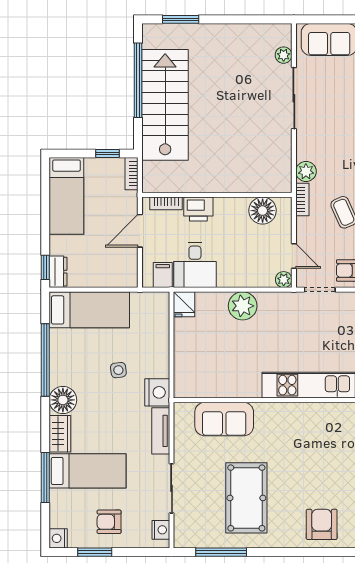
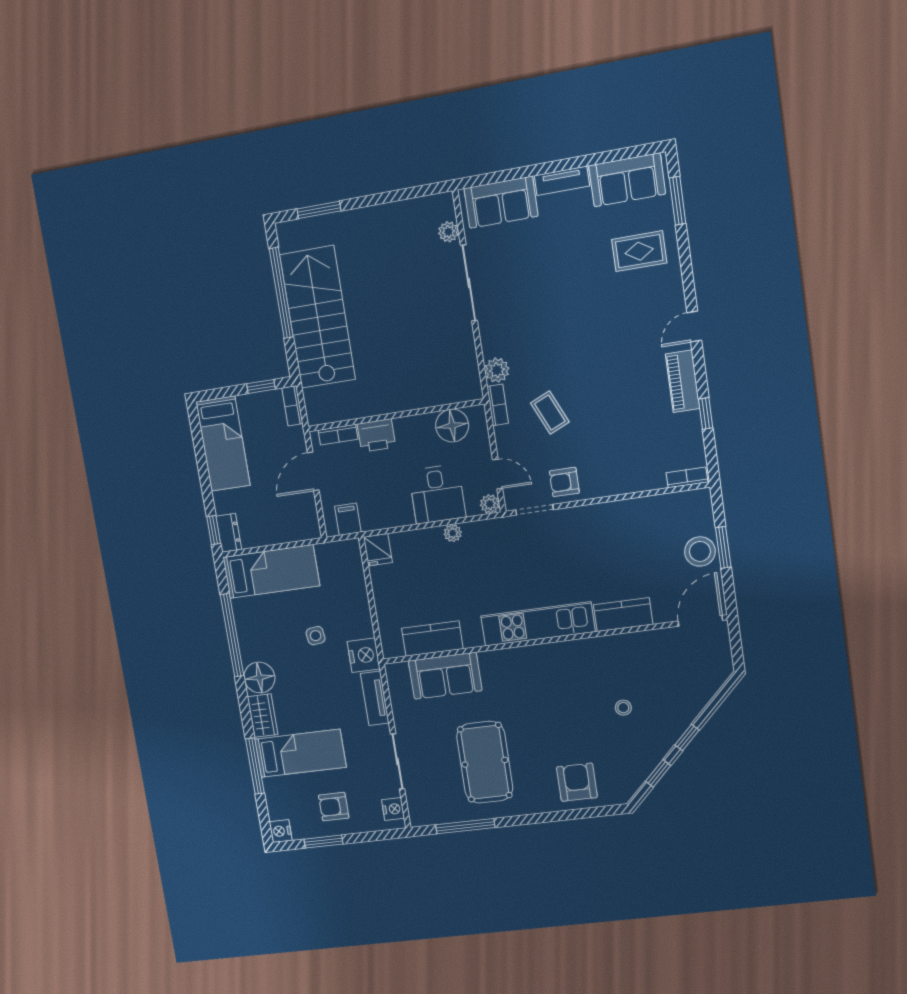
desk: (195, 265) -> (437, 494), moved
plant: (243, 306) -> (453, 533), width x0.53, depth x0.53
kitchen counter: (218, 386) -> (432, 639), added

